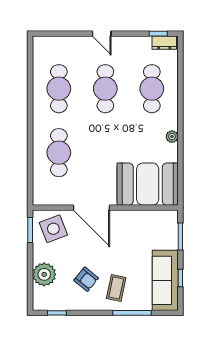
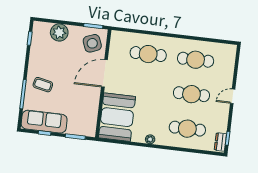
armchair: (86, 279) -> (52, 63), removed

